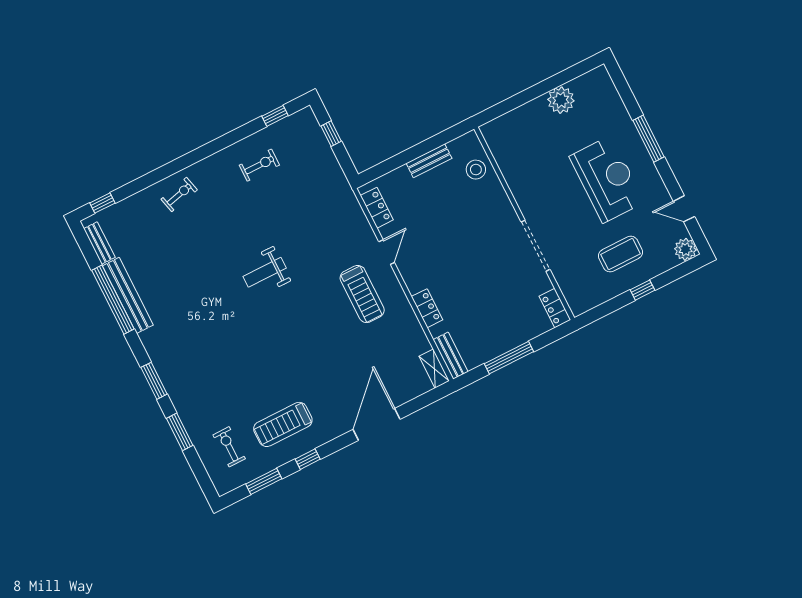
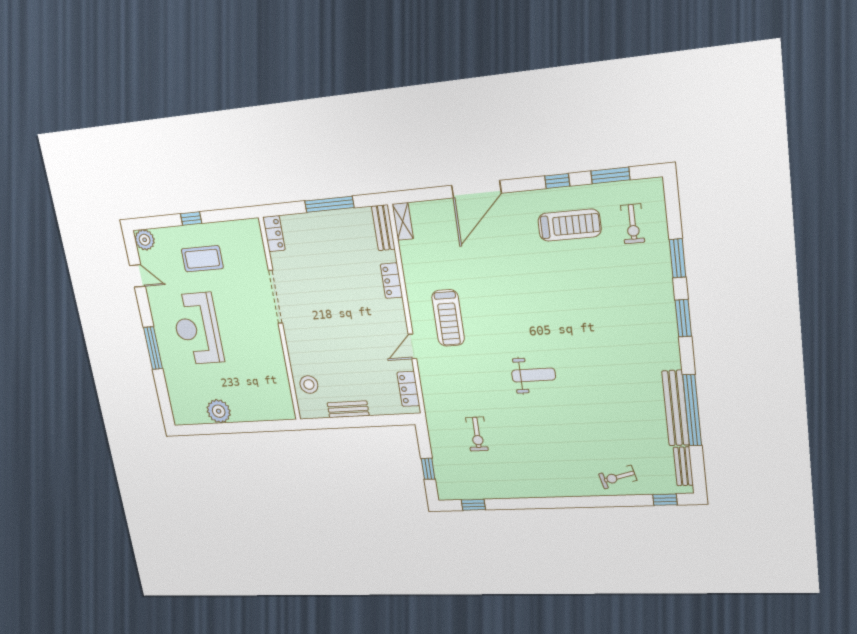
exercise bike: (259, 165) -> (477, 434), moved, turned -90
exercise bike: (179, 195) -> (618, 477), moved
treadmill: (362, 294) -> (448, 318), turned 180

